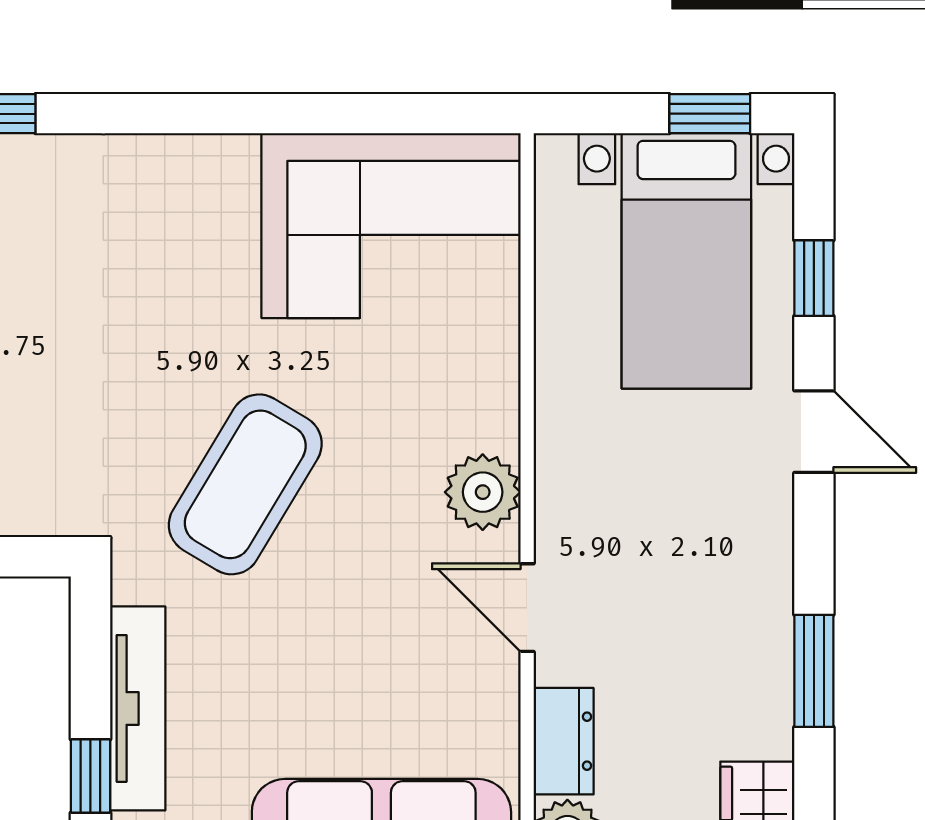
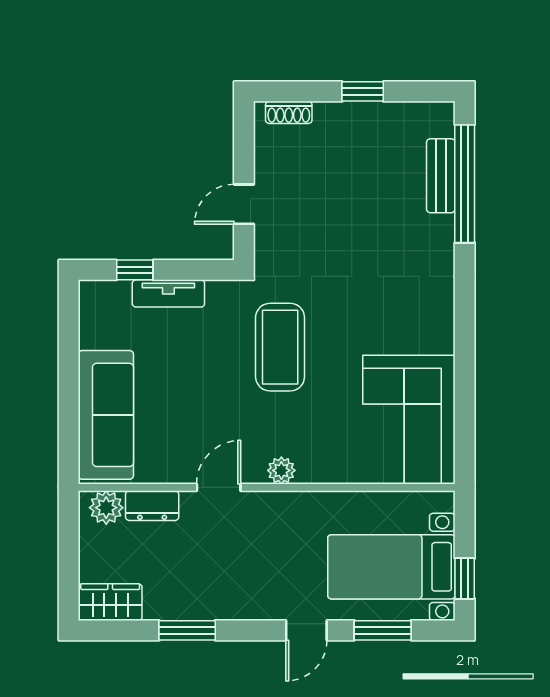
window: (814, 278) -> (383, 630), width x1.50
coffee table: (245, 484) -> (280, 347), turned 59
plant: (483, 492) -> (281, 470), width x0.73, depth x0.73
tv unit: (138, 708) -> (168, 293), width x0.71

